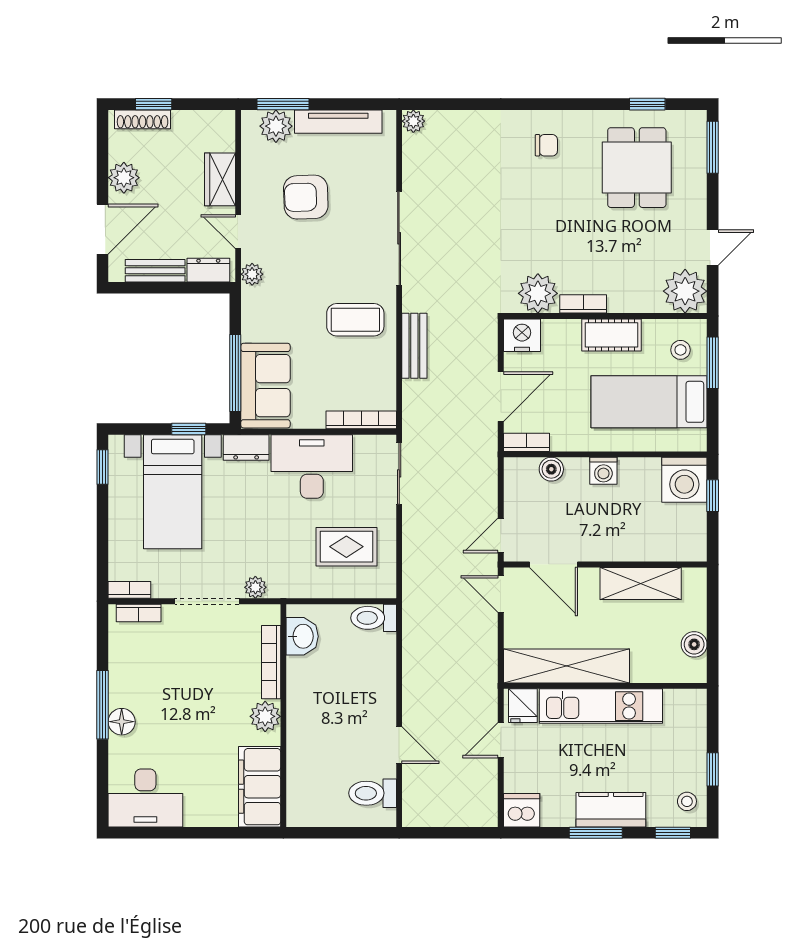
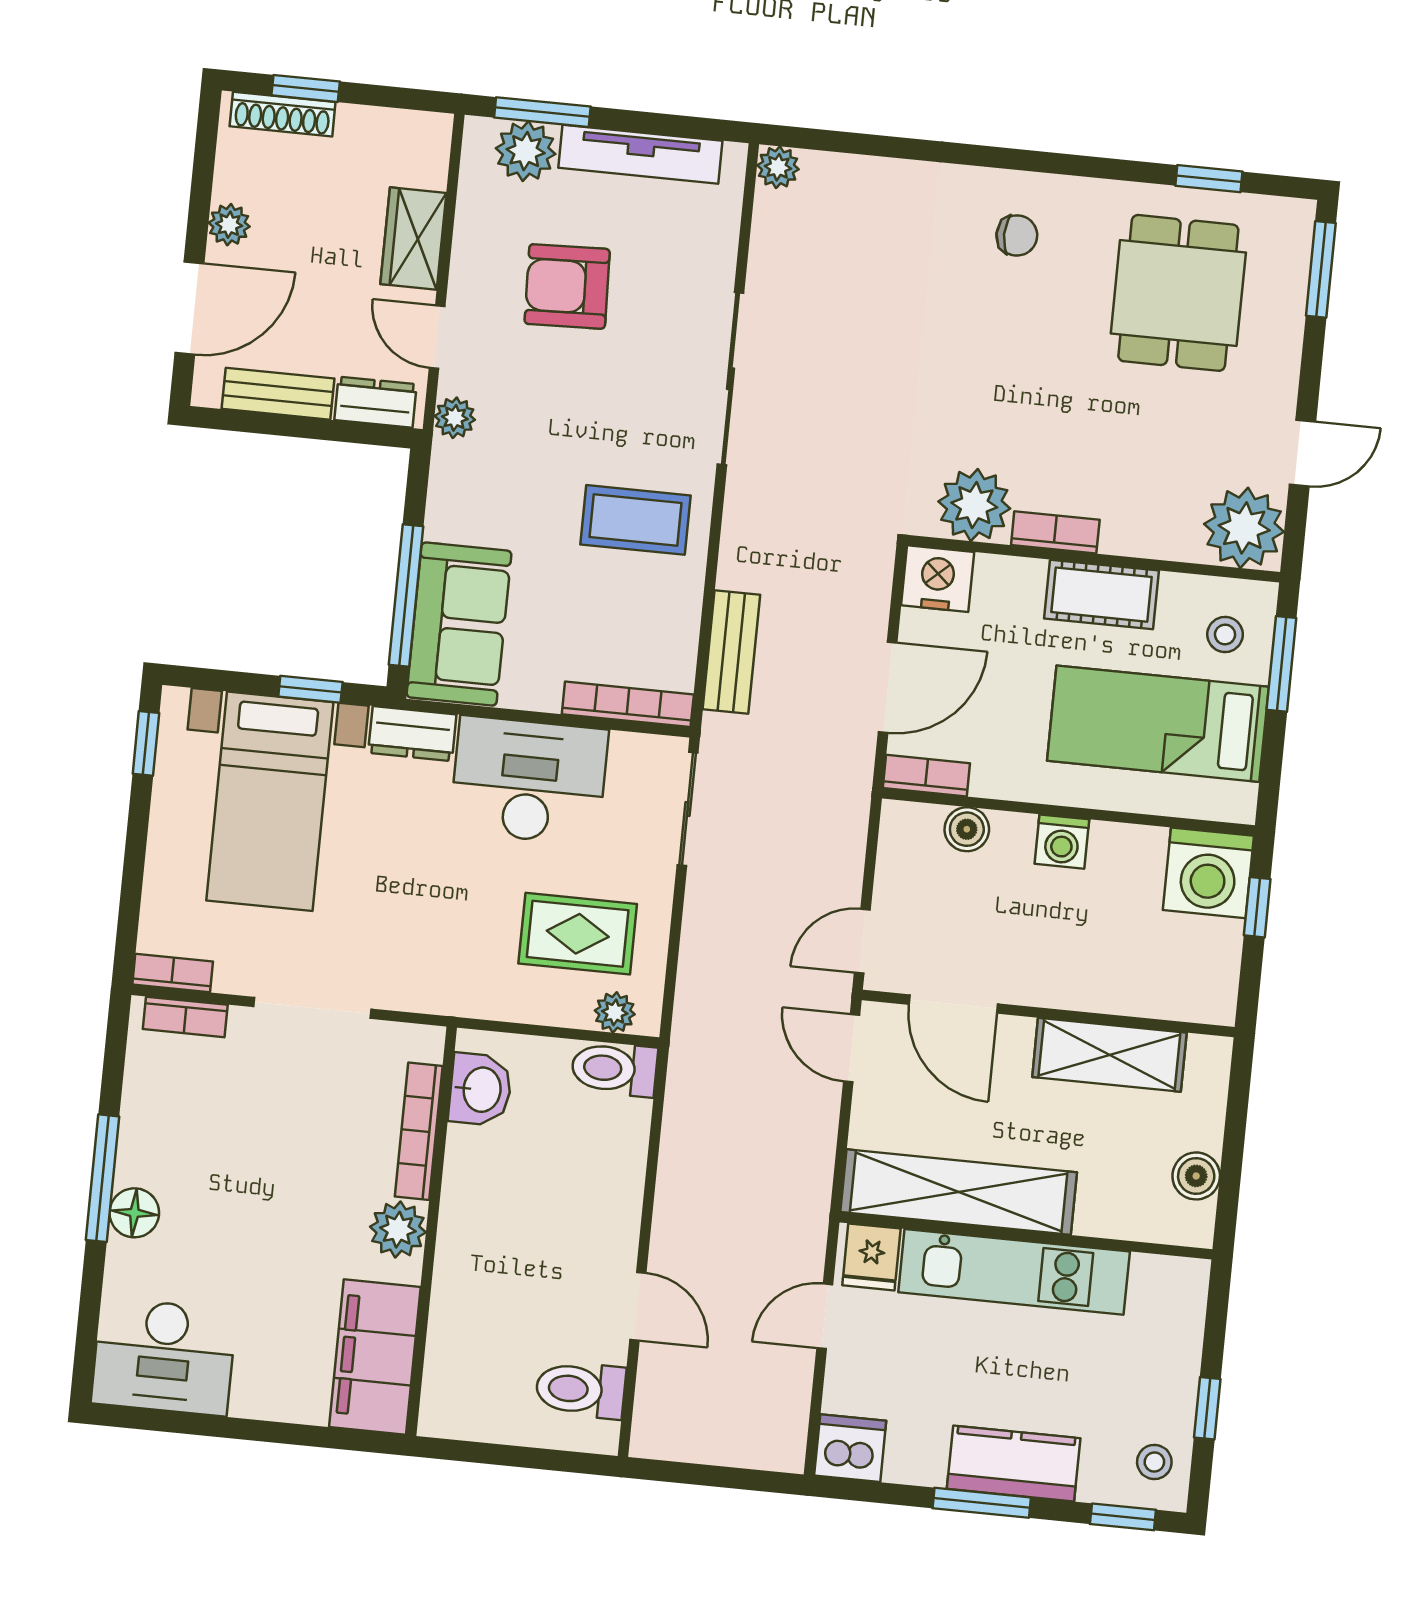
plant: (124, 178) -> (229, 225), width x0.73, depth x0.73
bench: (414, 346) -> (731, 652), moved
plant: (255, 587) -> (615, 1012), moved

